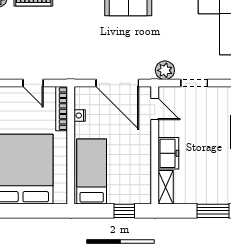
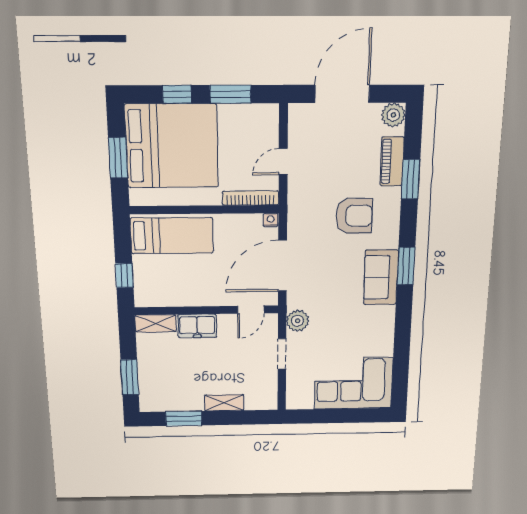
armchair: (77, 26) -> (354, 216), added
nightstand: (80, 116) -> (271, 220), moved
window: (29, 211) -> (118, 158), added

